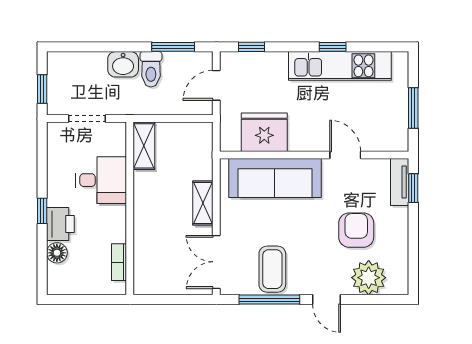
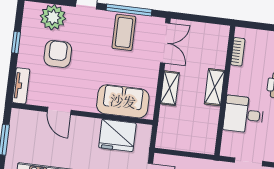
shelving: (144, 146) -> (215, 87), moved
sofa: (275, 178) -> (123, 101), width x0.73
window: (413, 188) -> (16, 42), moved
armchair: (356, 230) -> (58, 54), turned 180

